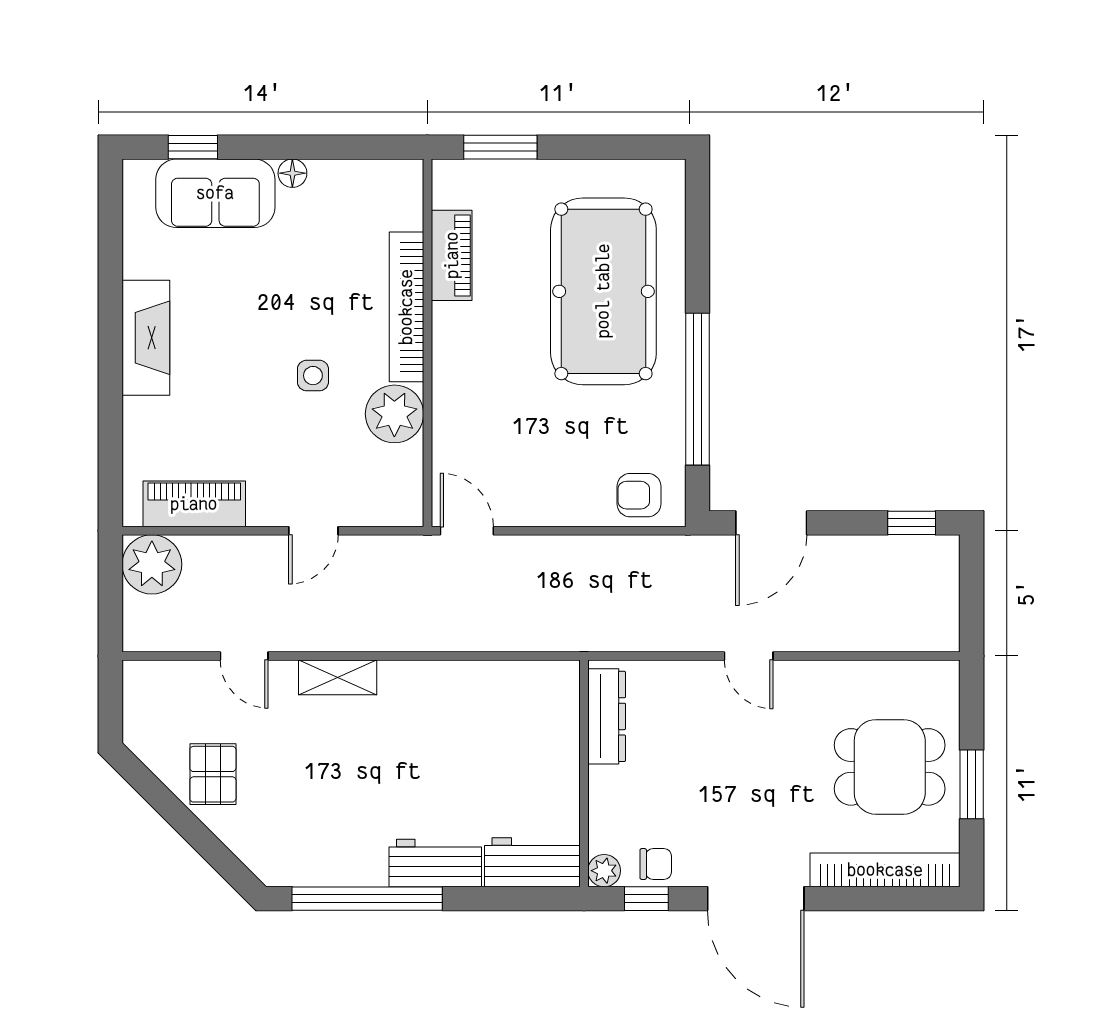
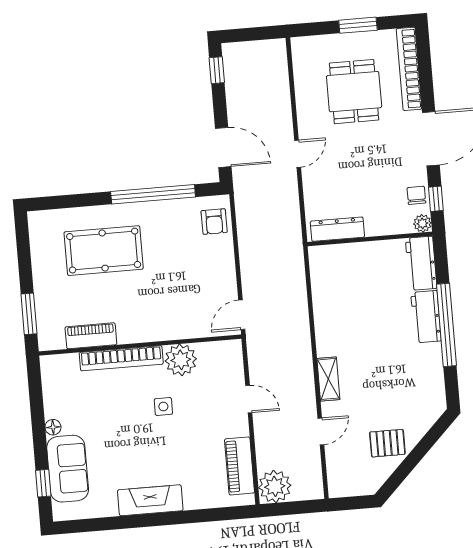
pool table: (603, 291) -> (104, 251), width x0.73, depth x0.76
dining table: (890, 767) -> (354, 92), moved
window: (367, 899) -> (446, 325), moved

